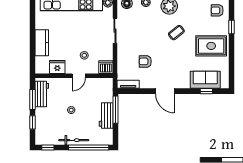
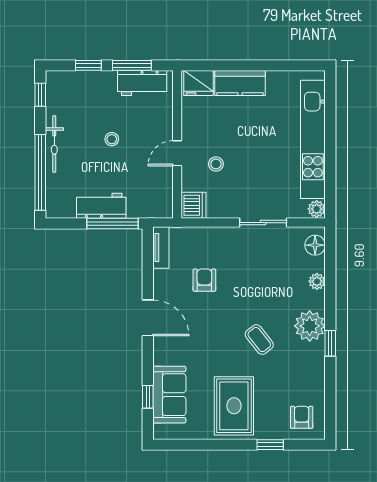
fridge: (57, 67) -> (199, 83), moved, turned 90
door: (79, 76) -> (177, 153), hinge flipped
door: (165, 91) -> (148, 318), swing flipped

